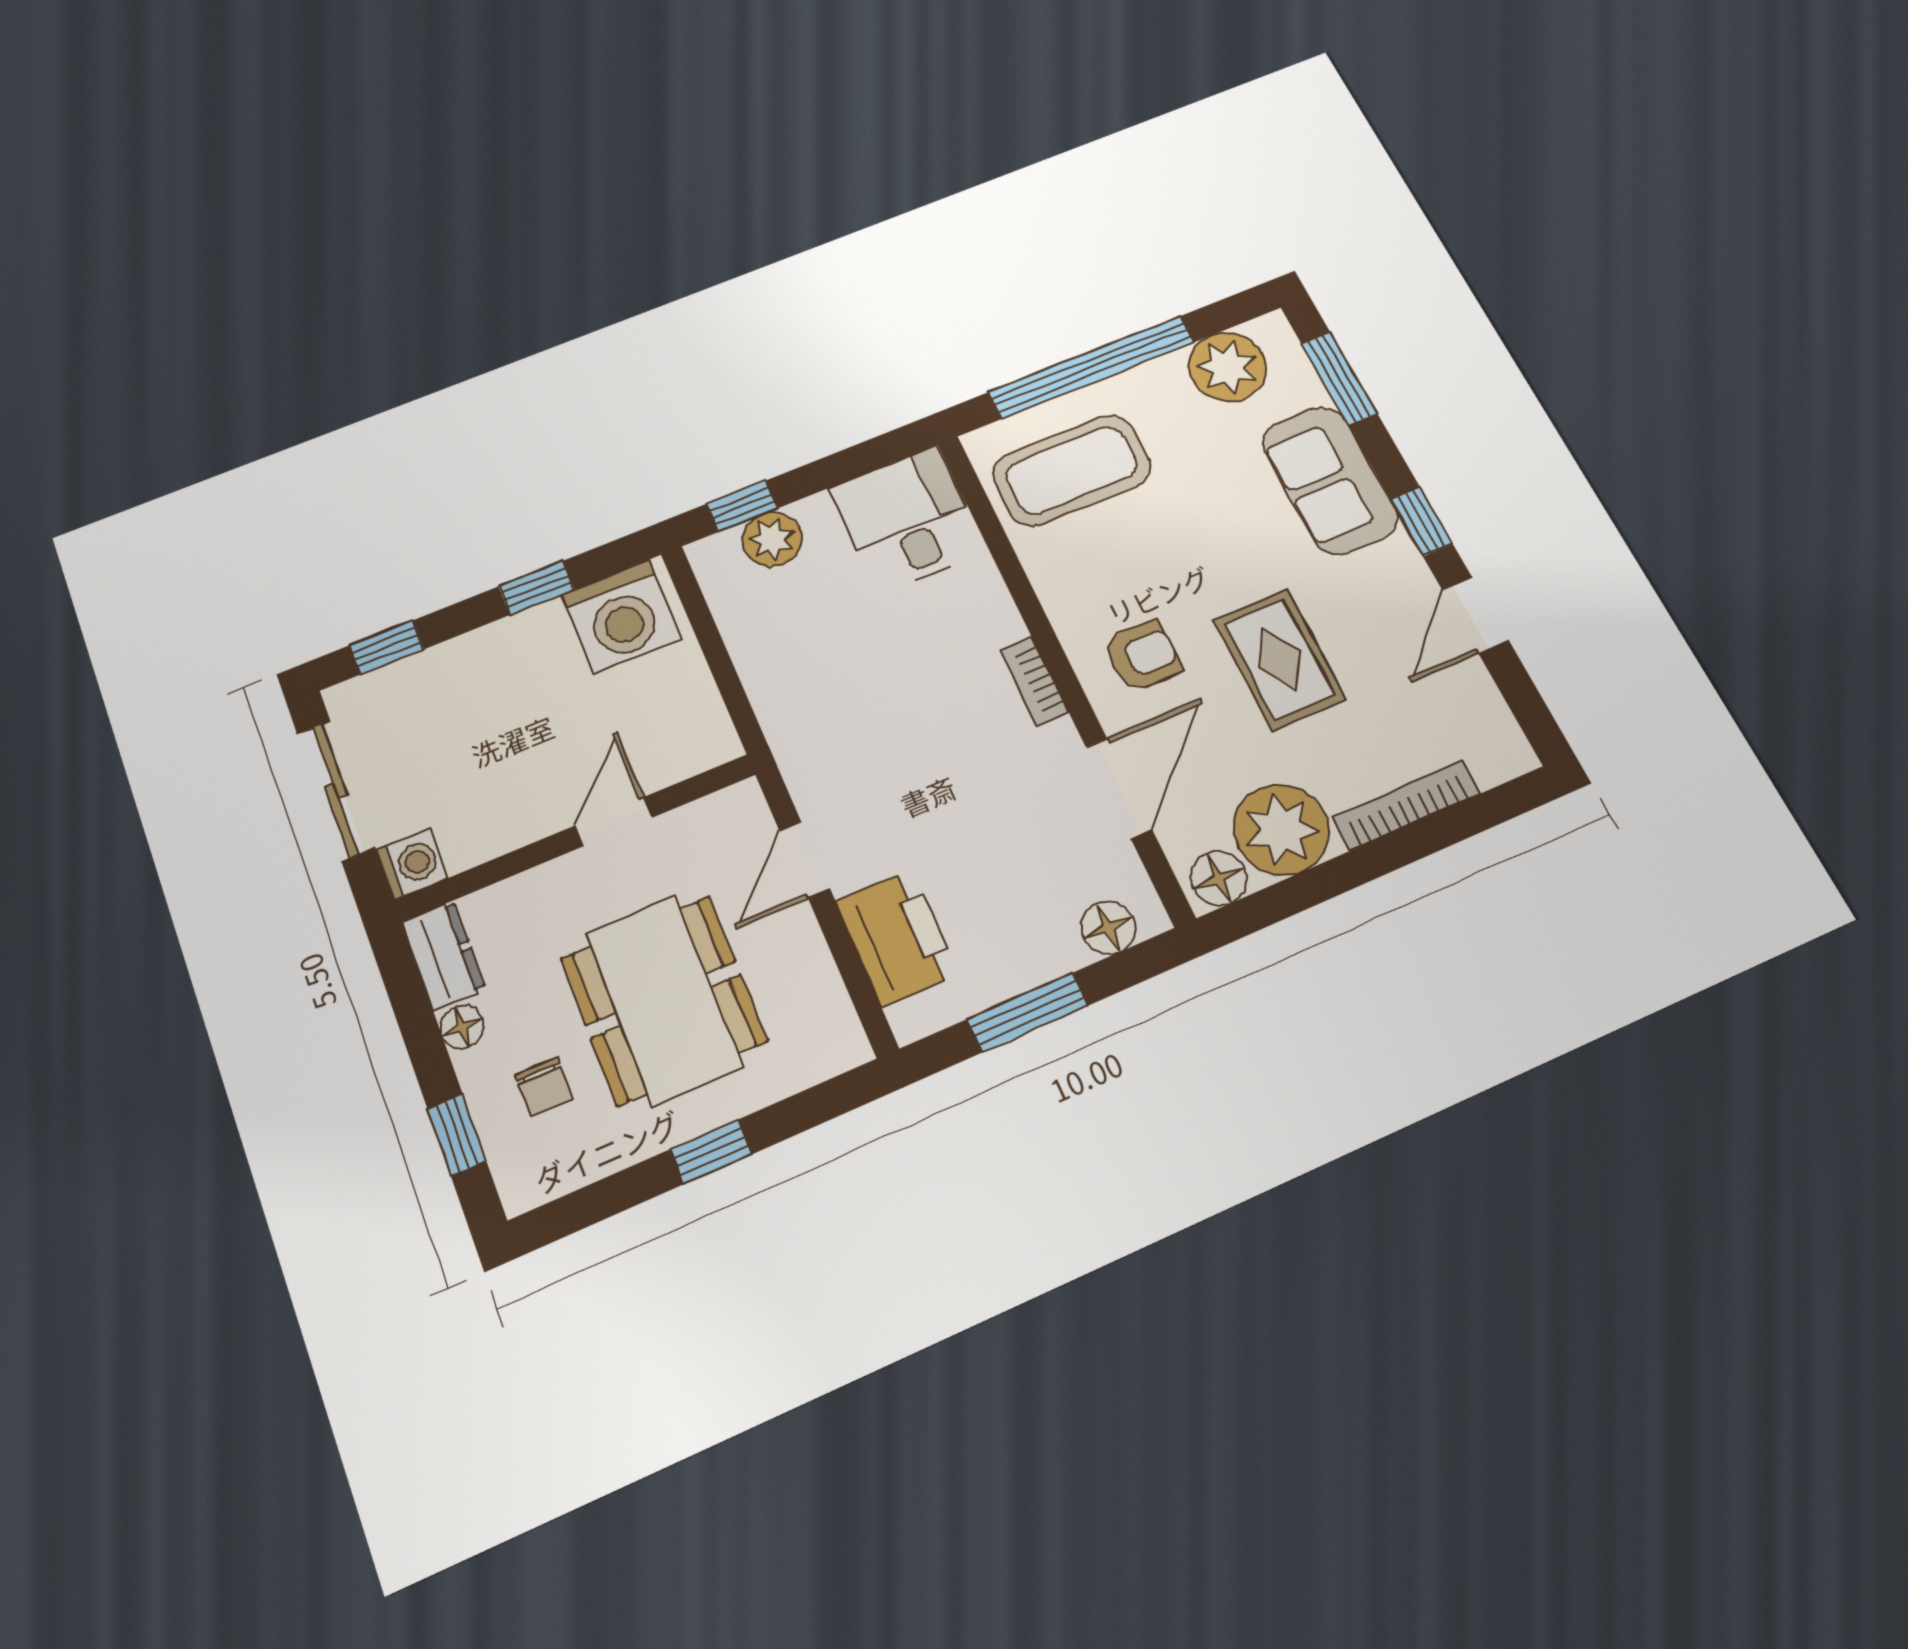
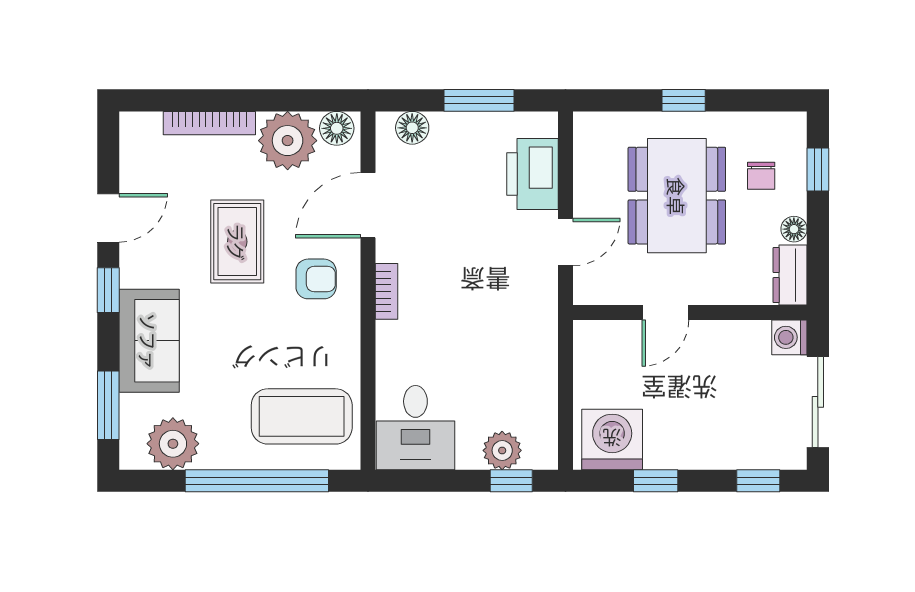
armchair: (1142, 656) -> (316, 279), turned 180
chair: (544, 1087) -> (761, 176), turned 180

